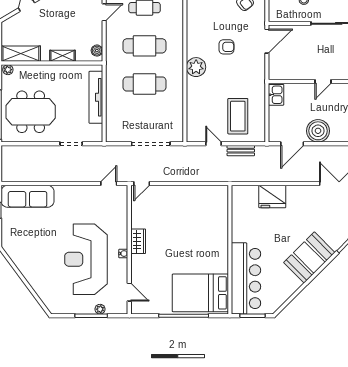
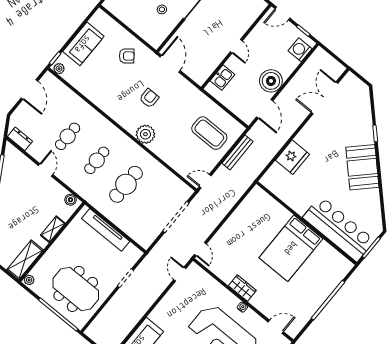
cafe table: (144, 46) -> (97, 160), width x0.73, depth x0.74
kitchen sink: (276, 95) -> (222, 78), moved, turned 90
meeting table: (31, 112) -> (76, 289), turned 90
door: (214, 144) -> (205, 181), moved
bench: (241, 151) -> (238, 152), width x1.36
bed: (200, 293) -> (291, 248), moved

